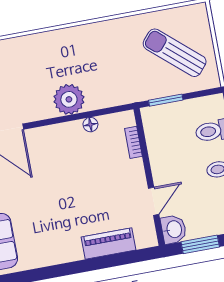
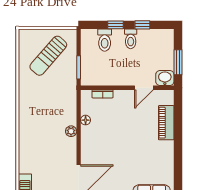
plant: (69, 99) -> (71, 131), width x0.53, depth x0.53
door: (154, 201) -> (144, 88), swing flipped

